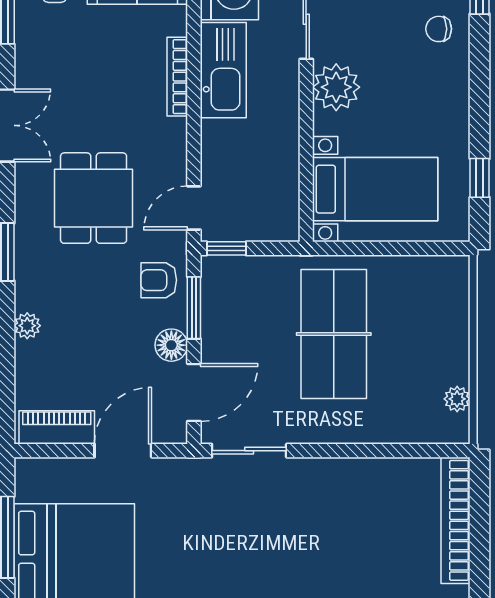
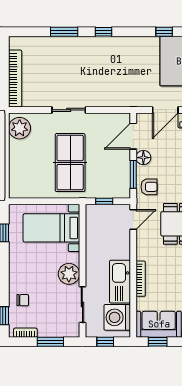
window: (226, 248) -> (104, 201), moved
plant: (457, 399) -> (20, 128), width x1.87, depth x1.87
sliding door: (249, 451) -> (69, 110), moved

